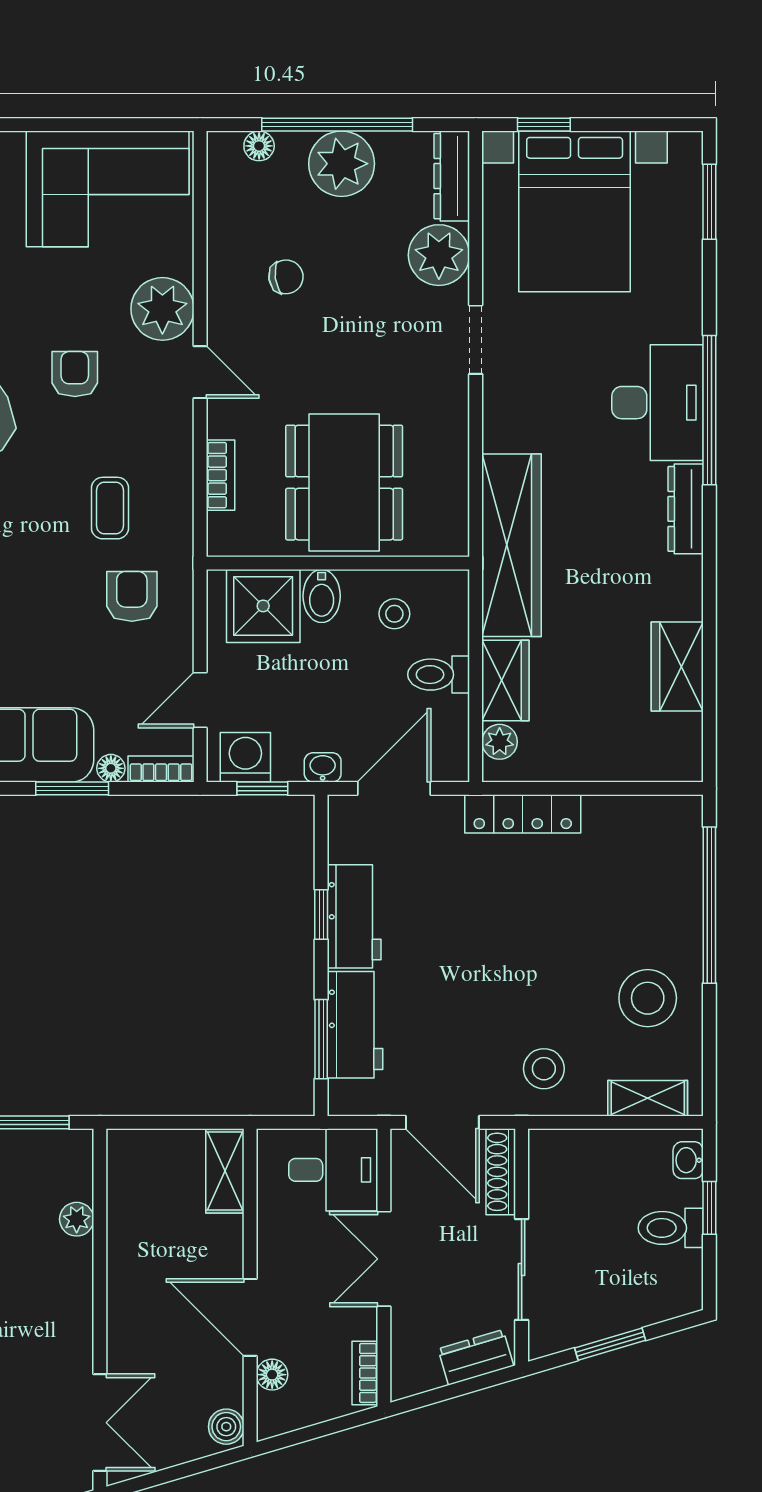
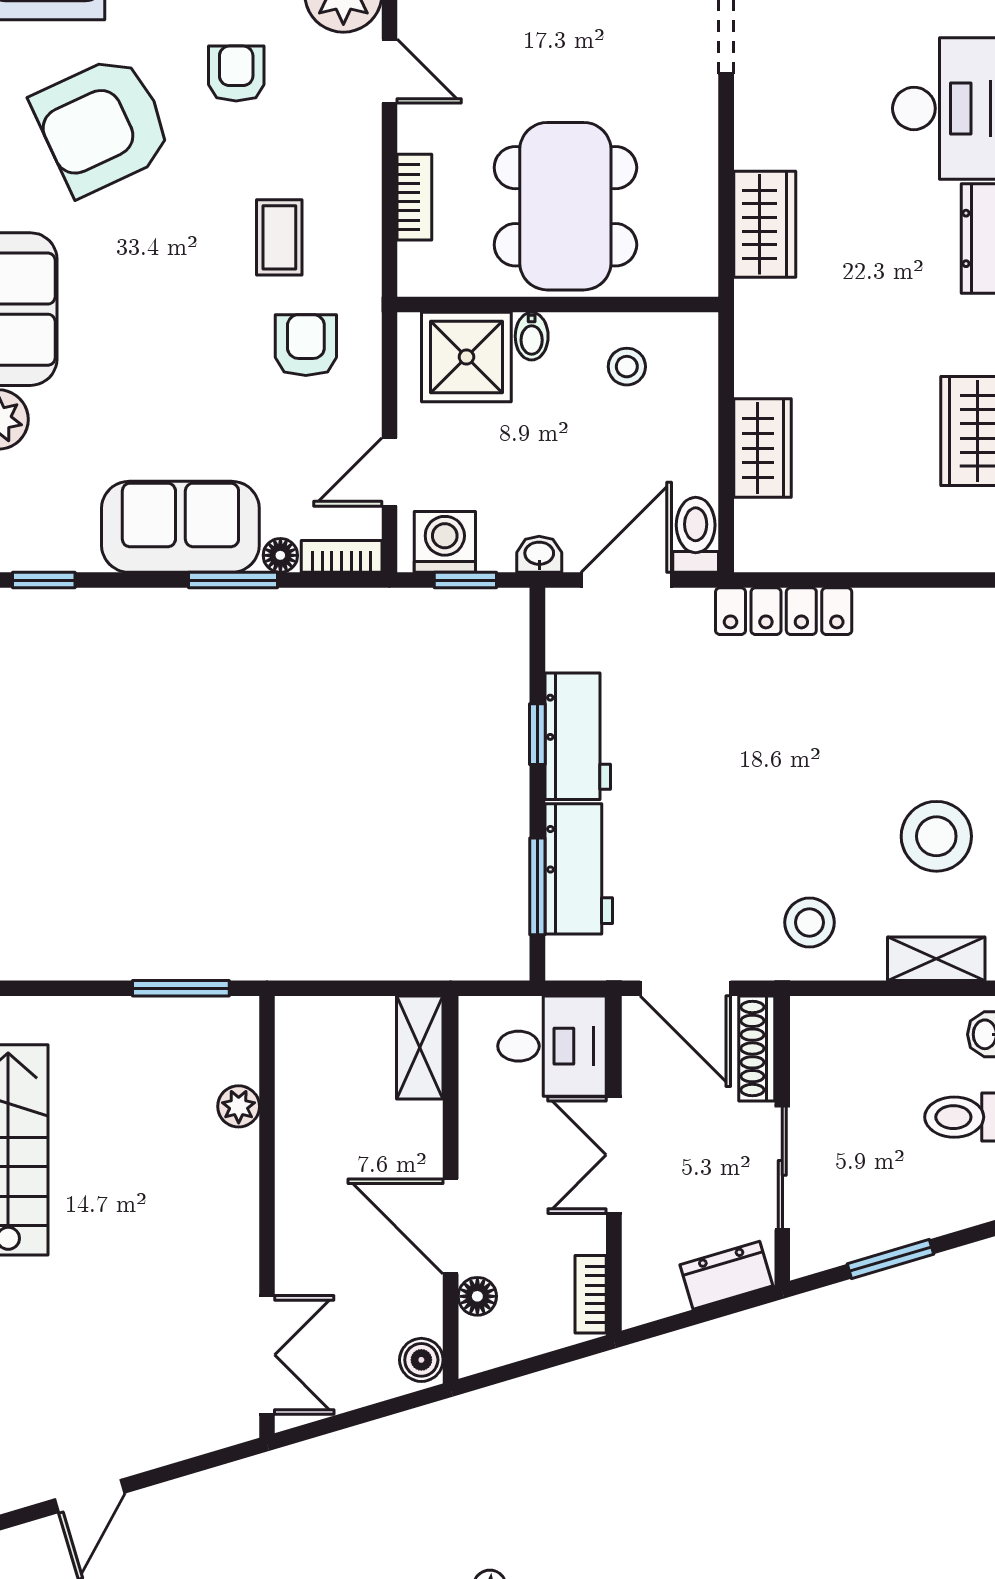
wardrobe: (512, 545) -> (765, 224), width x0.48, depth x0.85
bidet: (322, 596) -> (532, 336), width x0.72, depth x0.74
toilet: (439, 675) -> (696, 535), moved, turned 90
plant: (500, 742) -> (755, 523), removed

